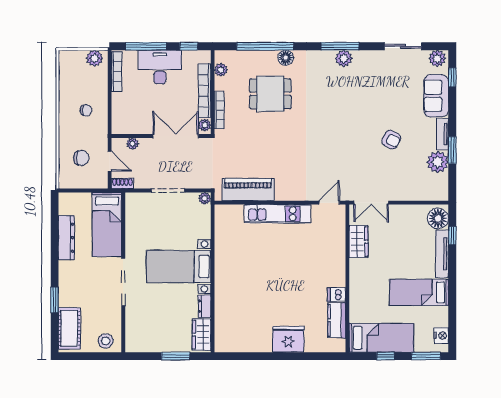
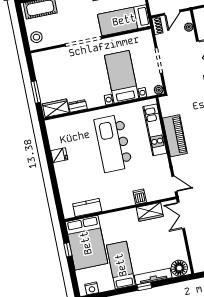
piano: (248, 190) -> (175, 136), moved
kitchen unit: (278, 214) -> (155, 130), moved
window: (452, 236) -> (144, 286), moved
bed with nightstands: (179, 266) -> (122, 77), moved
kitchen island: (261, 270) -> (113, 143), added
dishwasher: (336, 295) -> (140, 197), moved
bed: (381, 338) -> (86, 243), width x1.50
fridge: (288, 339) -> (59, 155), moved, width x0.53, depth x0.75
window: (426, 356) -> (74, 280), removed

